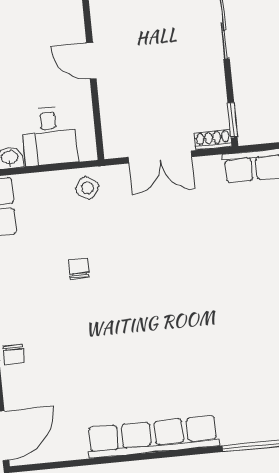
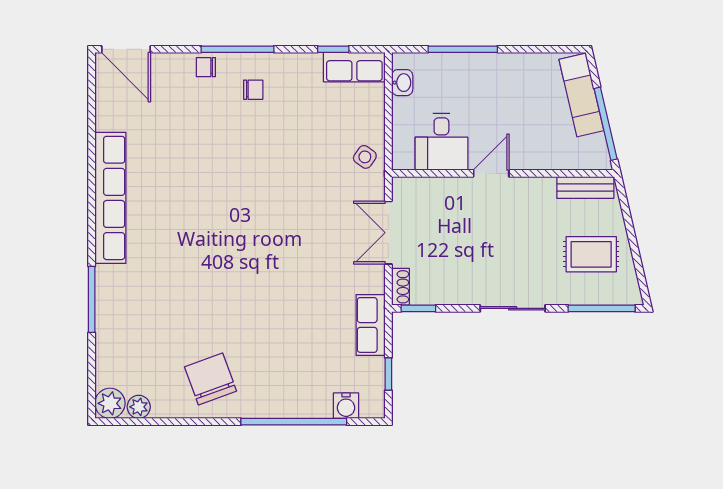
desk: (49, 136) -> (441, 142), moved, turned -90
chair: (79, 268) -> (253, 90), moved

